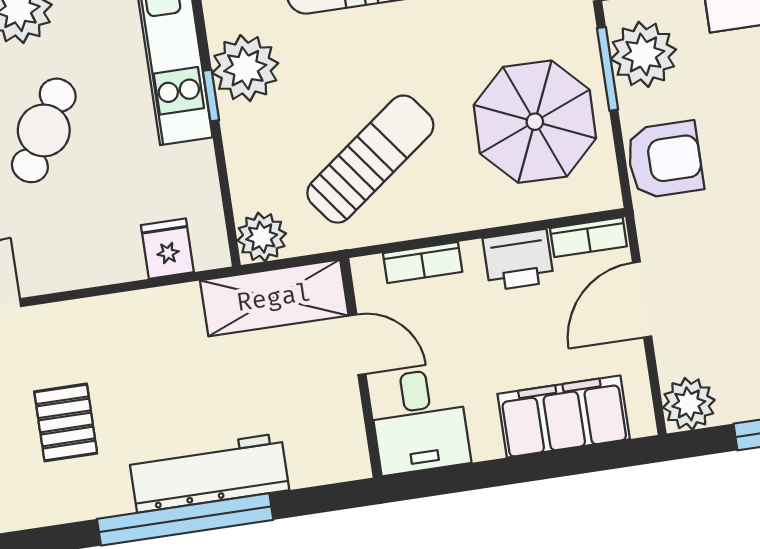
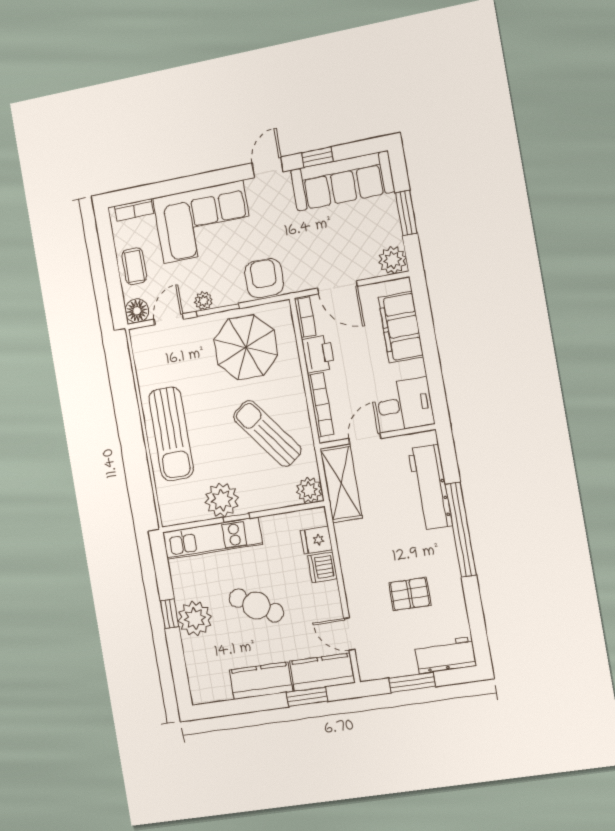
plant: (643, 54) -> (203, 301), width x0.53, depth x0.53
dishwasher: (116, 259) -> (323, 567), added
bookcase: (423, 262) -> (321, 405), width x1.56
workbench: (209, 473) -> (430, 487), moved

